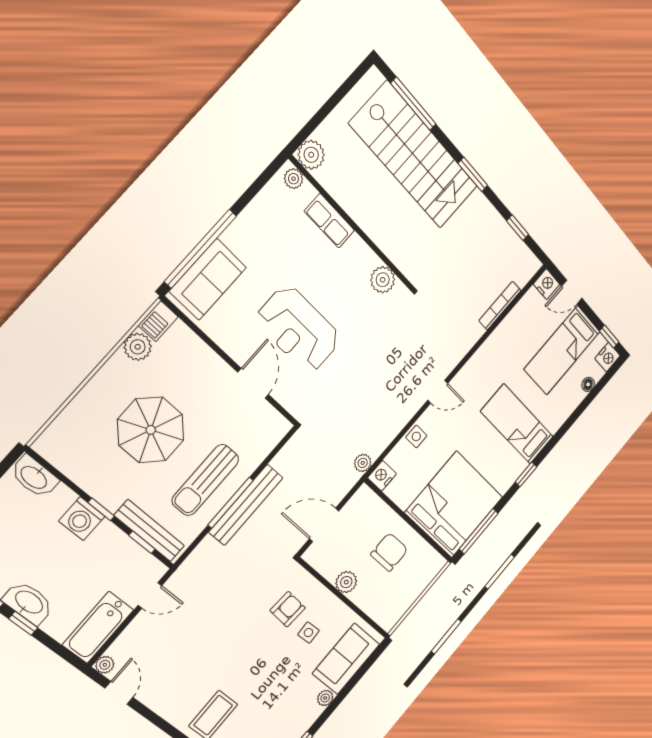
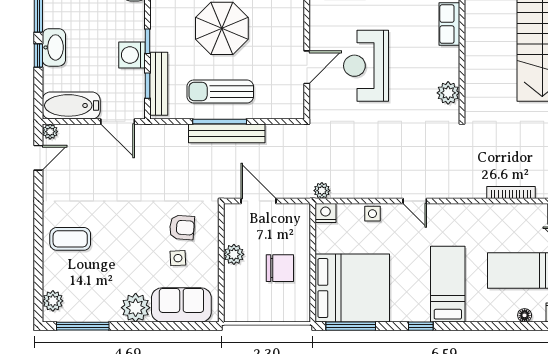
washing machine: (82, 519) -> (132, 55), moved
door: (150, 595) -> (118, 121), width x1.38
plant: (325, 698) -> (136, 308), width x1.88, depth x1.88

